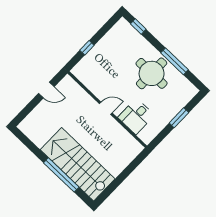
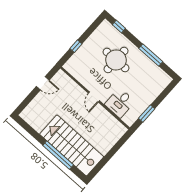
round table: (152, 73) -> (116, 60), moved
door: (106, 108) -> (94, 97), swing flipped
window: (179, 118) -> (147, 114), moved

